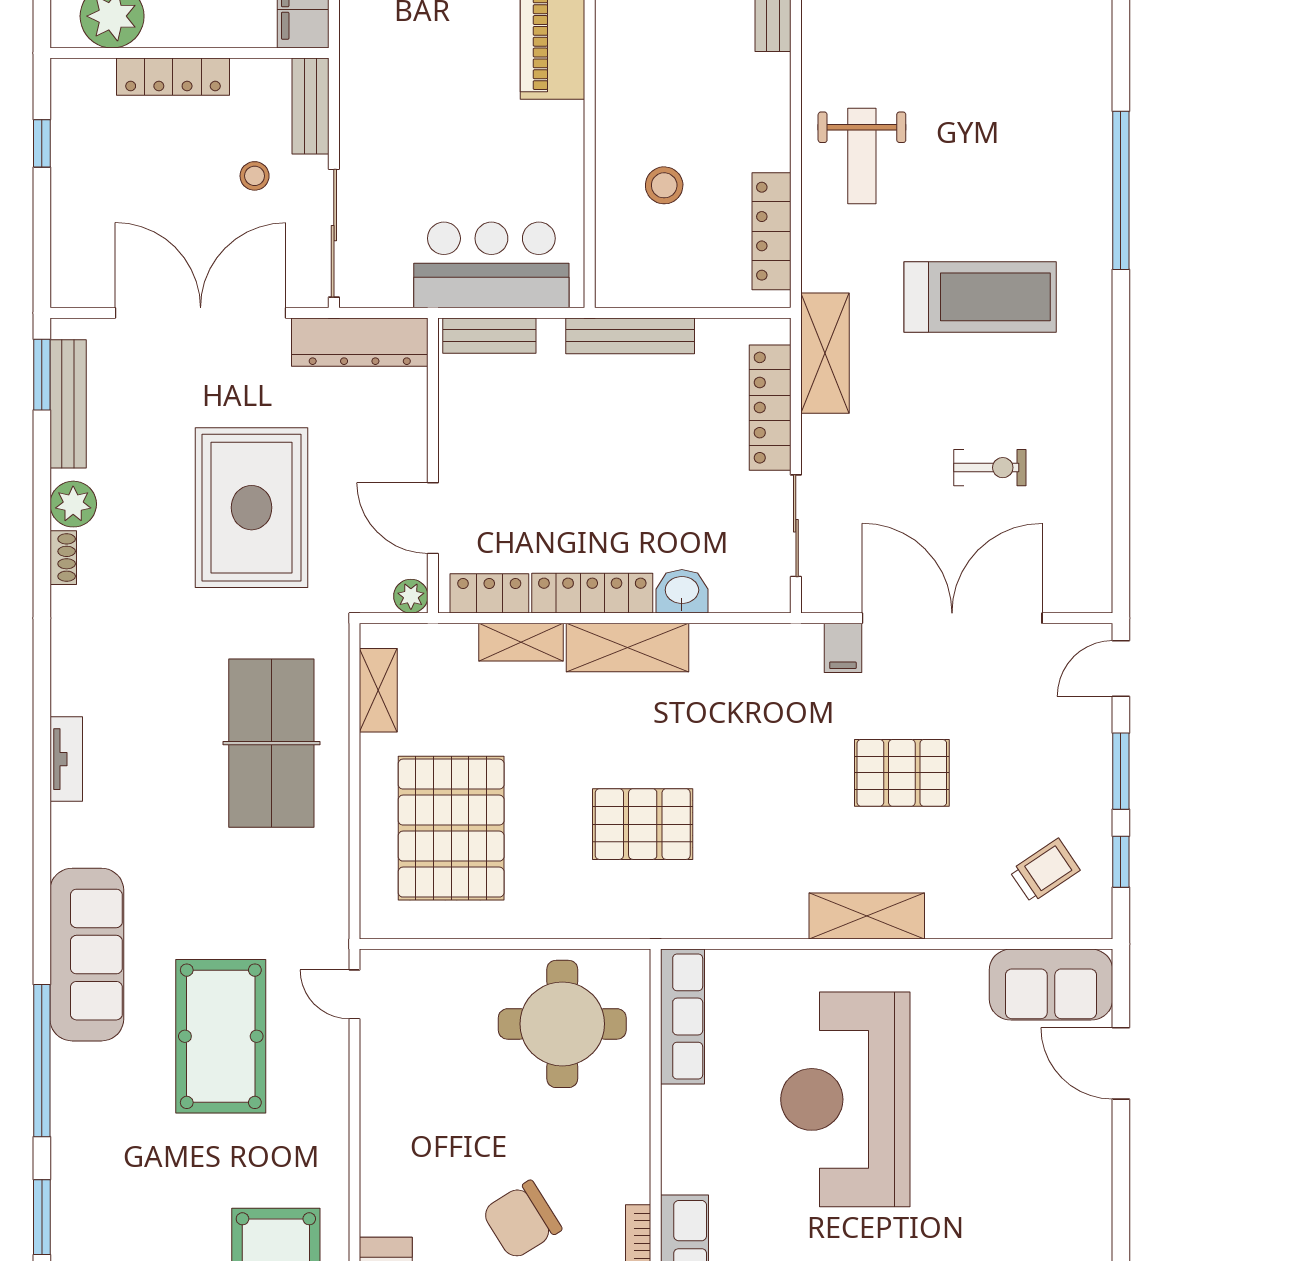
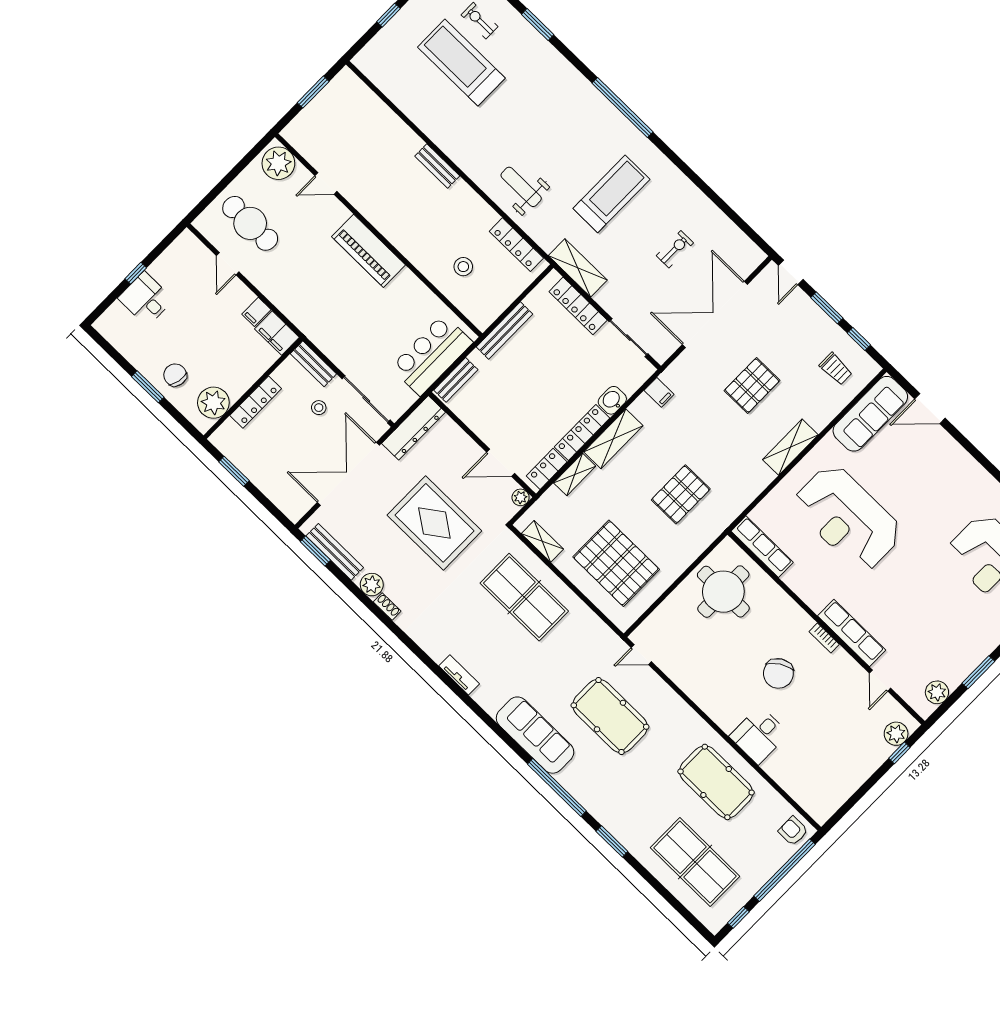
window: (42, 143) -> (234, 471), width x1.50
weight bench: (862, 156) -> (521, 187), turned 180
filing cabinet: (843, 648) -> (659, 392), moved
trolley: (1045, 871) -> (836, 369), turned 124
sofa: (1051, 985) -> (870, 414), width x1.36

